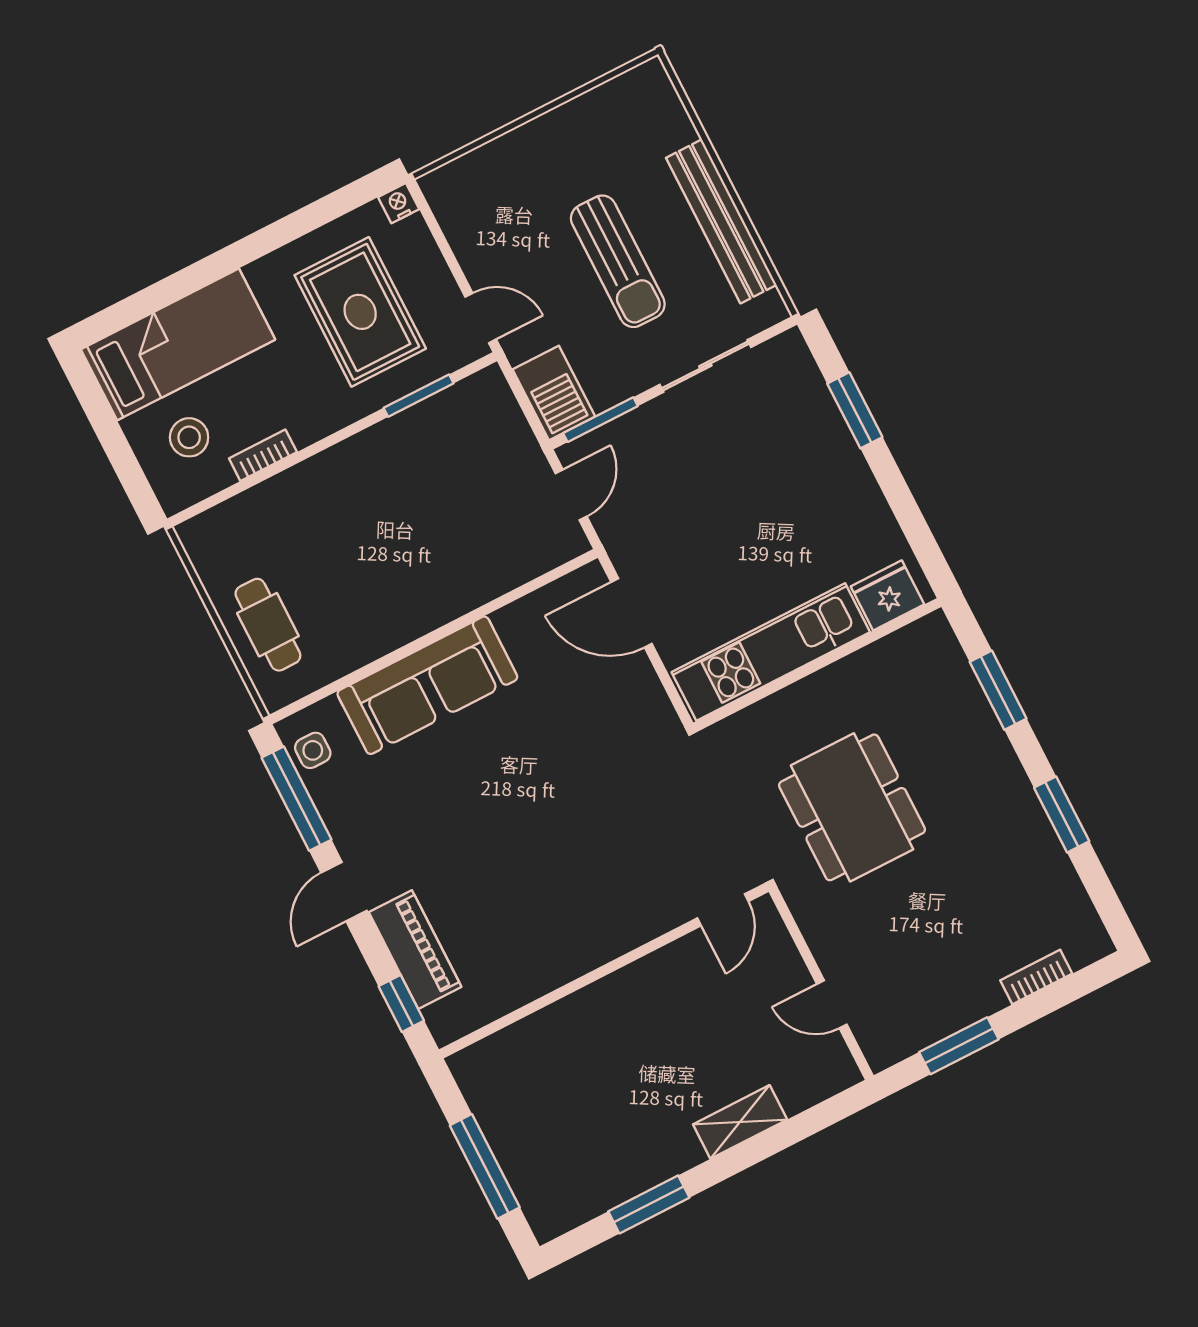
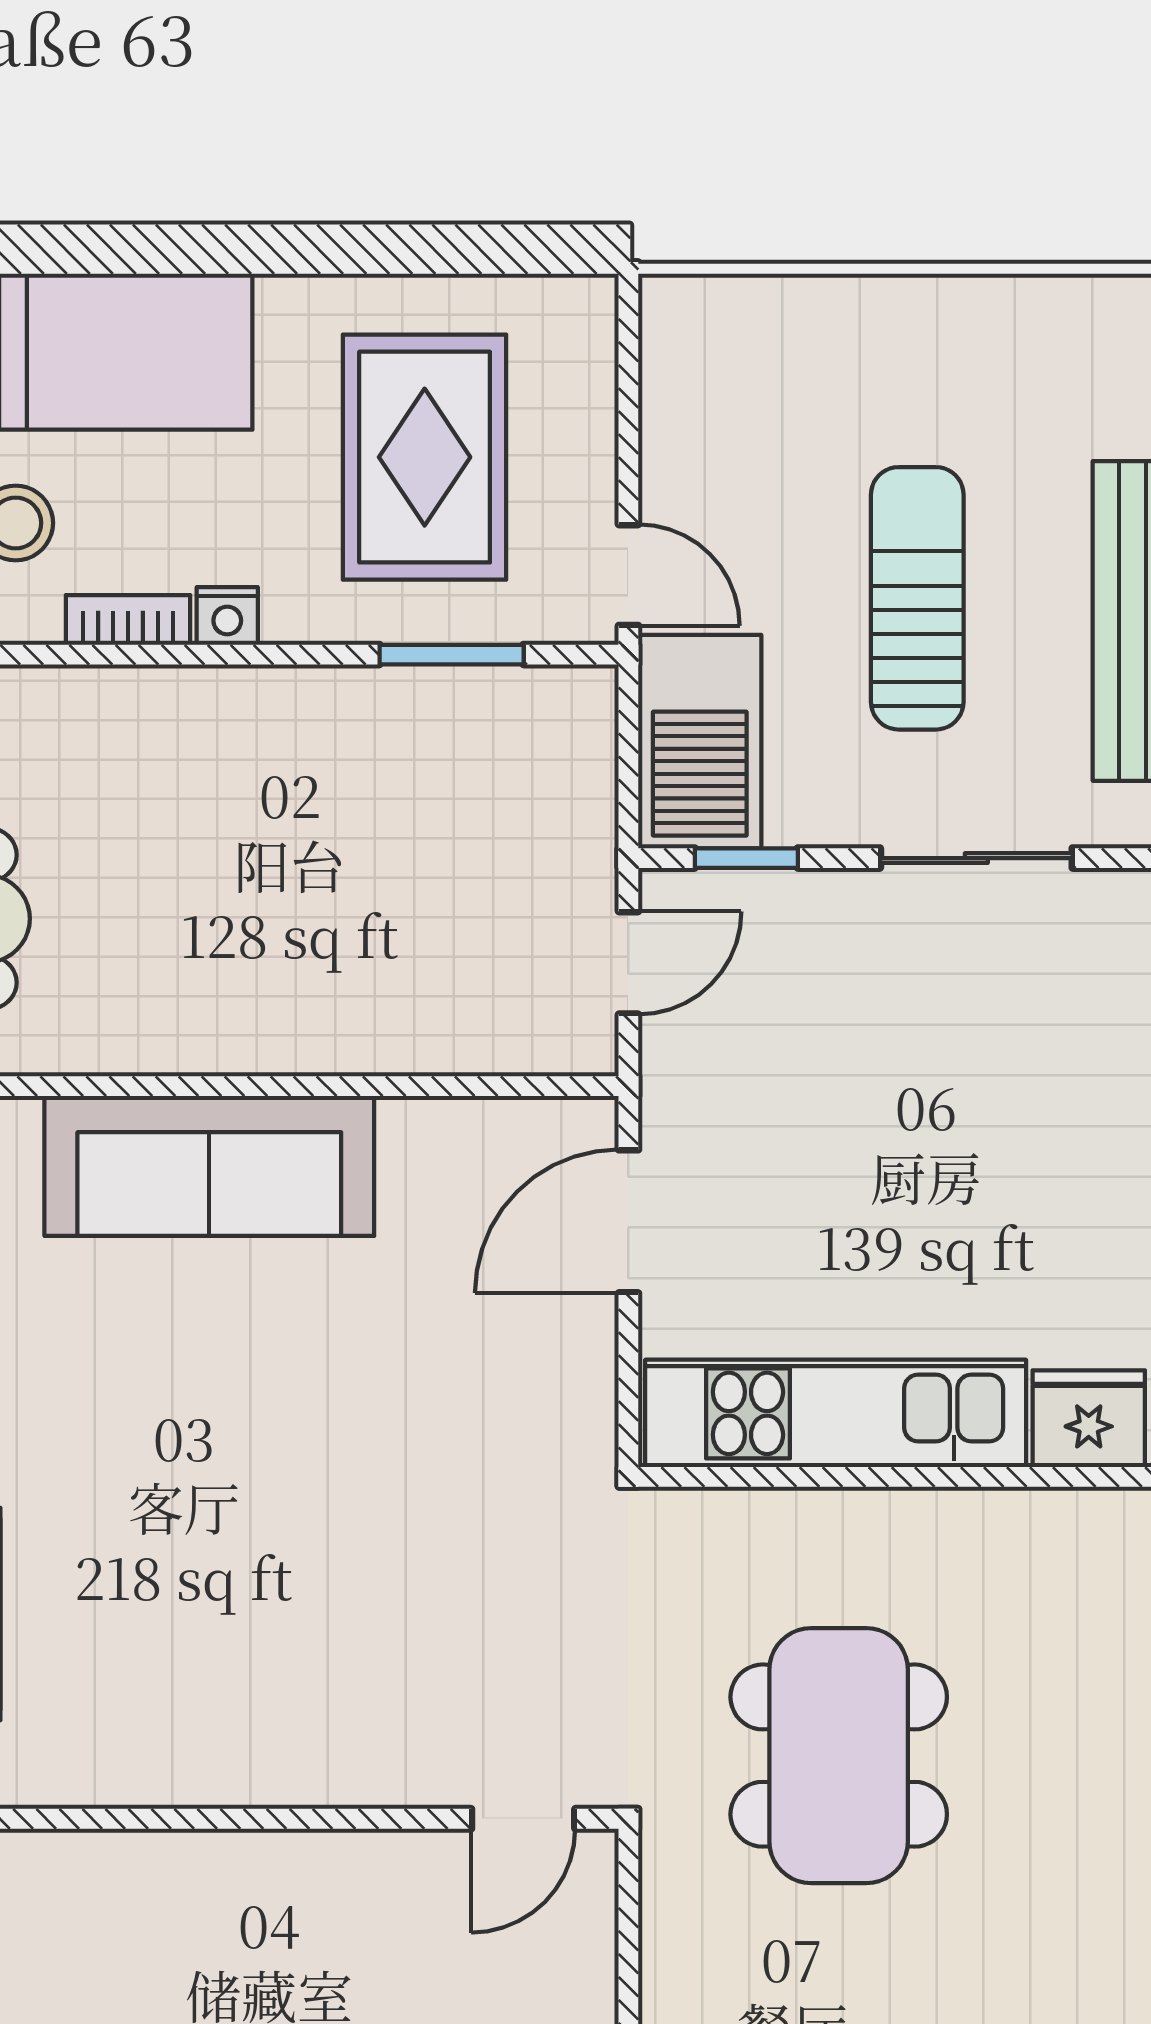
nightstand: (399, 203) -> (227, 616), moved, turned 180
sun lounger: (618, 261) -> (917, 598), turned 180
barbecue: (554, 393) -> (700, 742), width x1.37, depth x1.21
window: (600, 420) -> (746, 858), width x0.67
door: (631, 613) -> (628, 1221), hinge flipped

